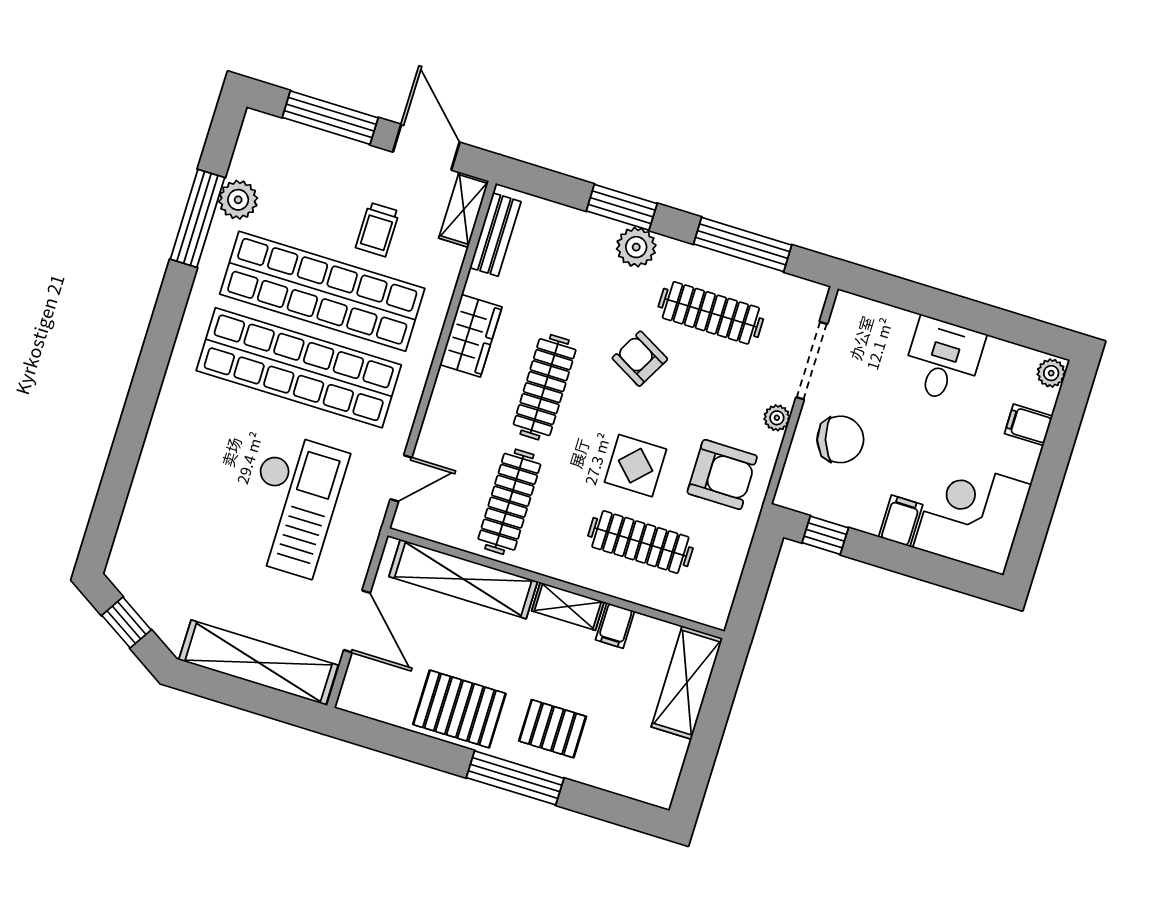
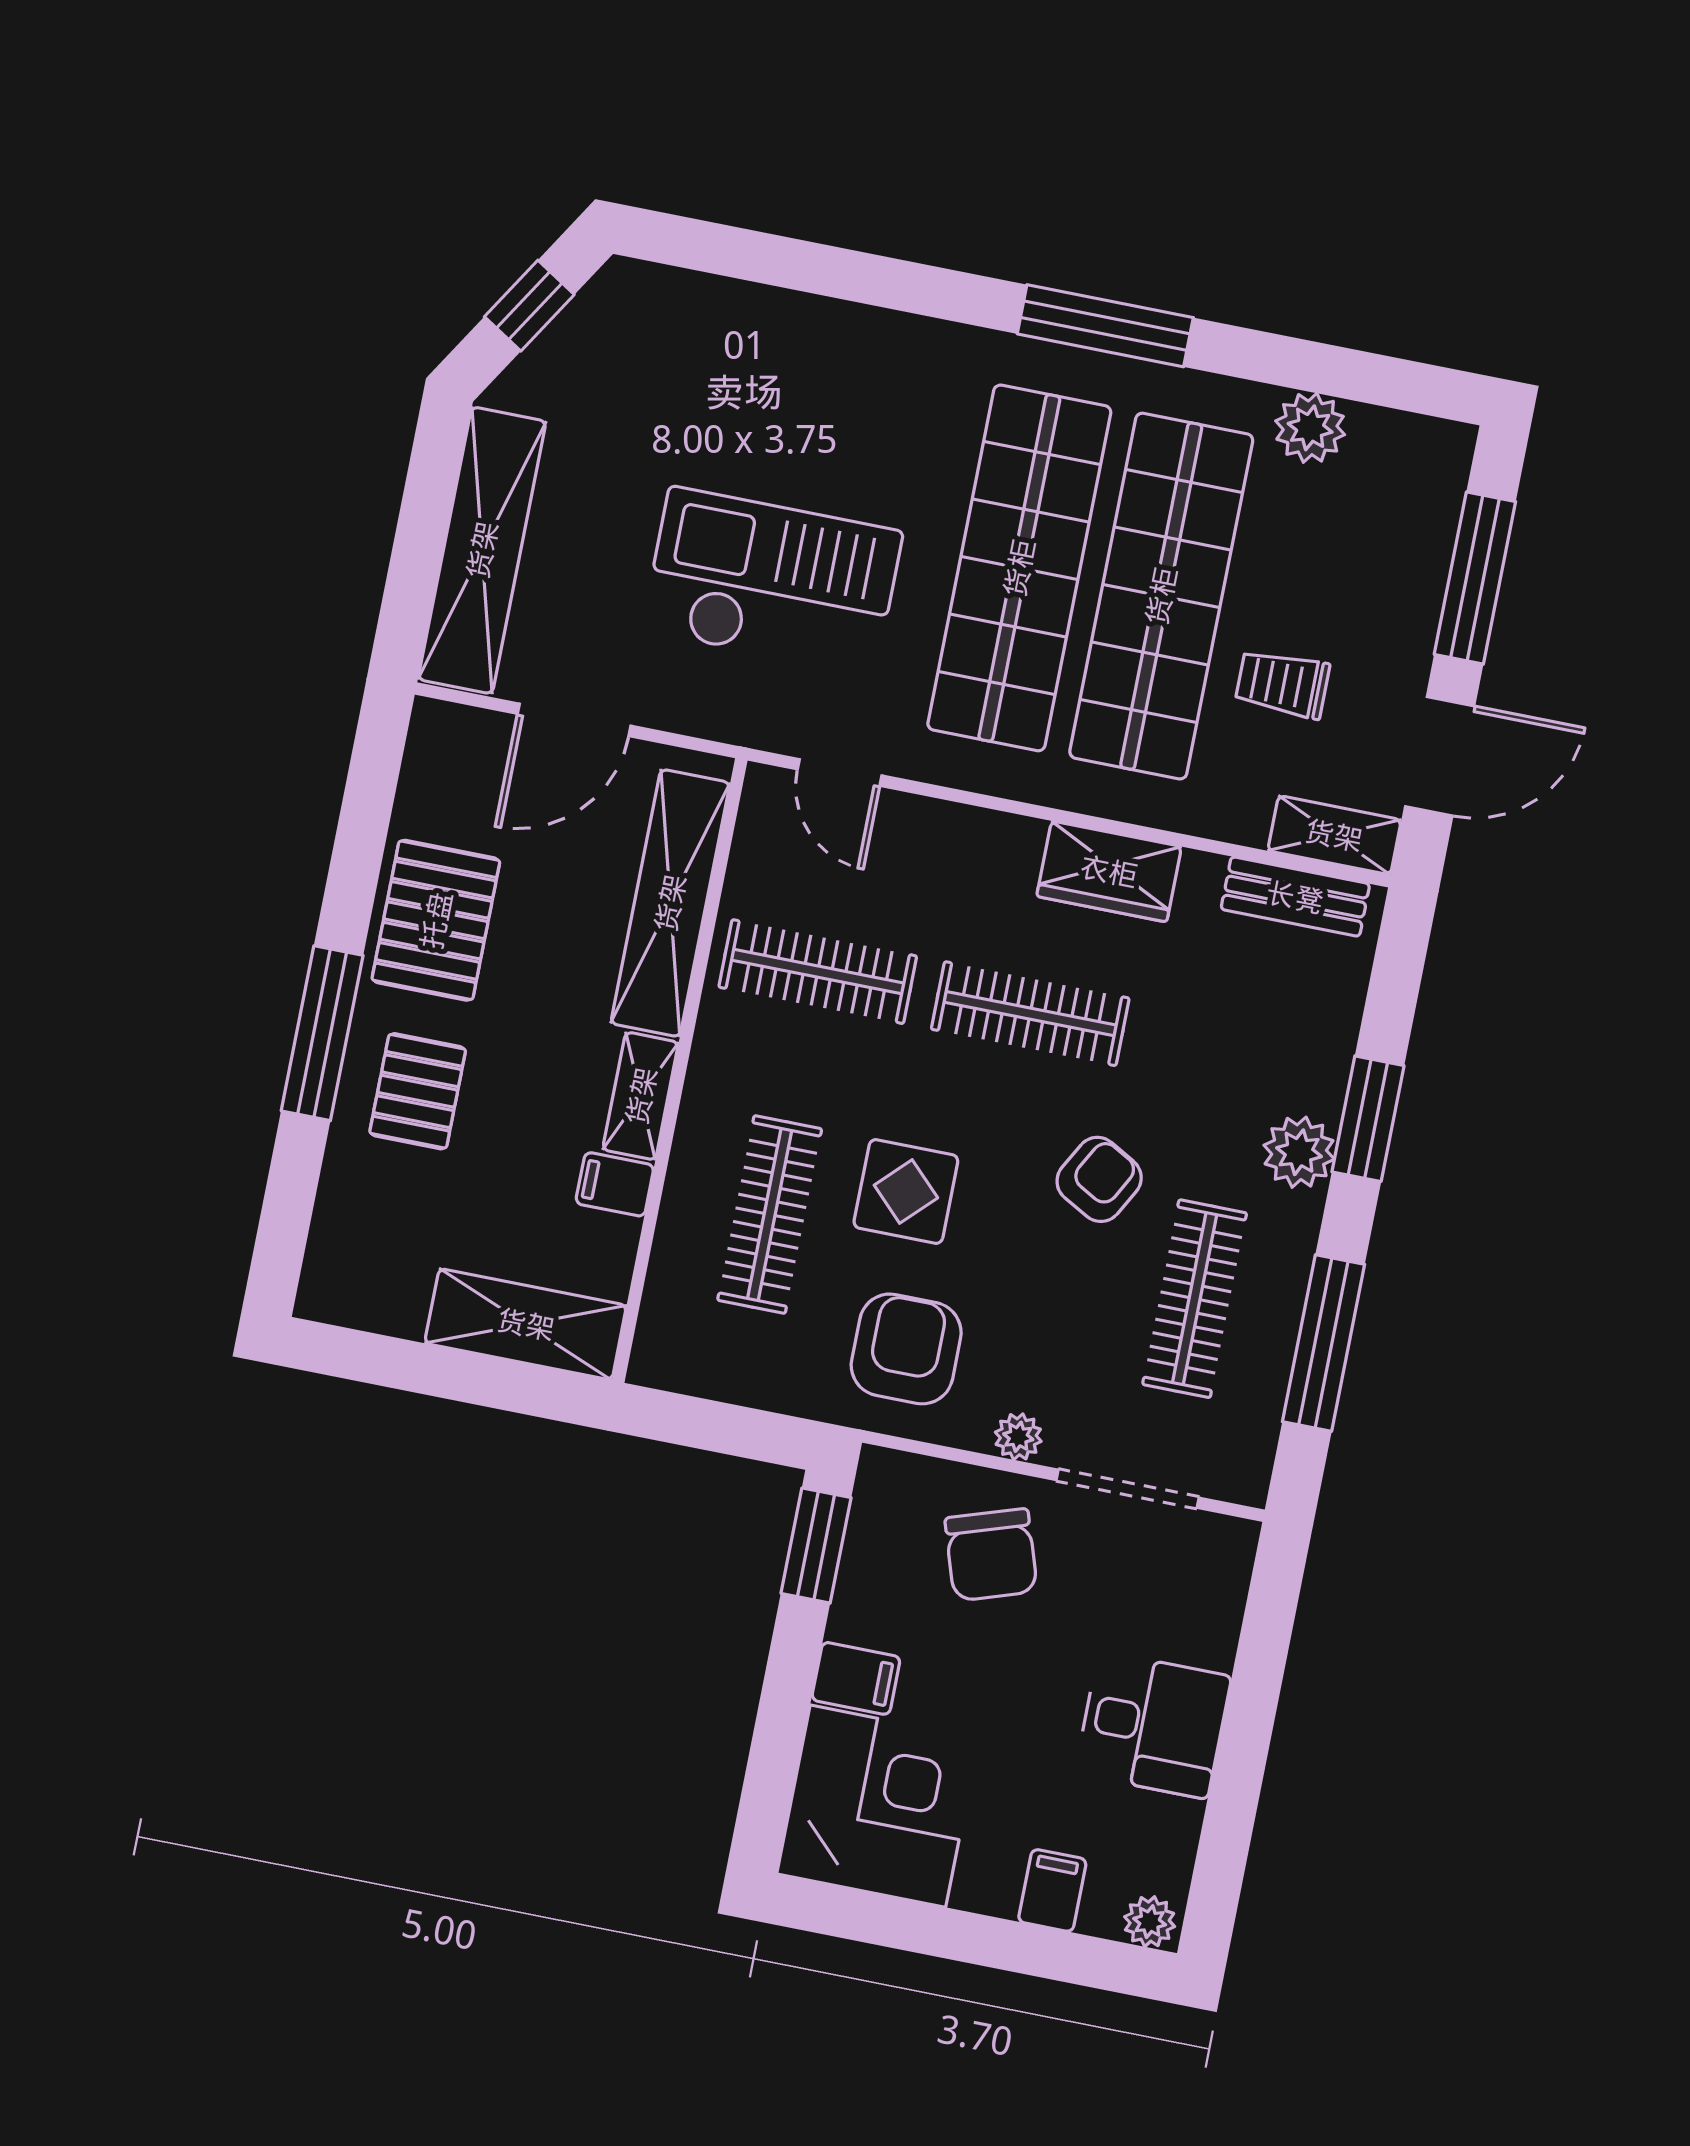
window: (197, 218) -> (1105, 326), moved
armchair: (722, 475) -> (906, 1349), turned 180
checkout: (292, 505) -> (772, 581), turned 180
window: (825, 535) -> (816, 1546), width x1.50

